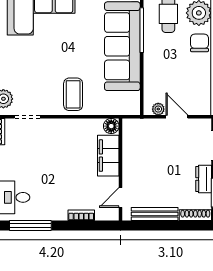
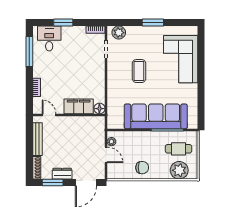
chair: (199, 43) -> (142, 168), moved
coffee table: (73, 94) -> (139, 71), moved, turned 90
door: (177, 117) -> (106, 155), hinge flipped

